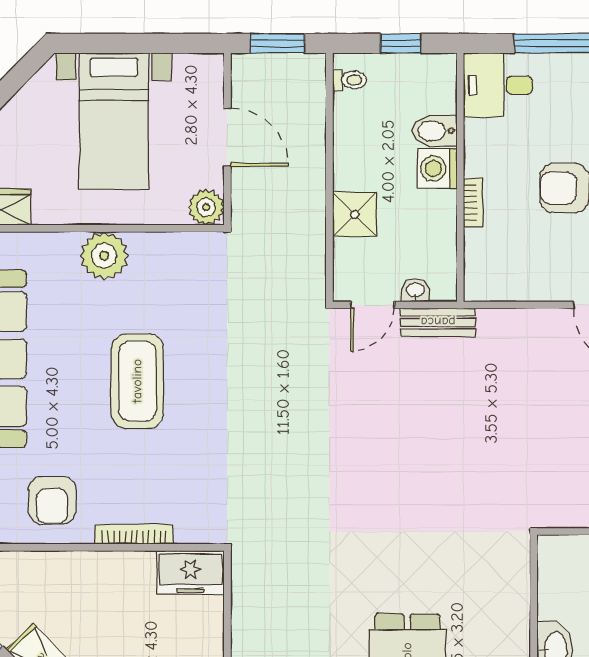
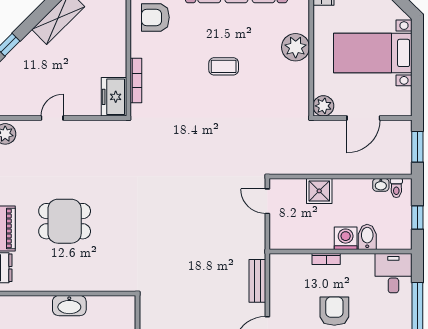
washbasin: (415, 290) -> (381, 185), moved, turned 90
bench: (438, 322) -> (257, 281), moved
coffee table: (137, 381) -> (224, 66), width x0.54, depth x0.58
bookcase: (134, 534) -> (136, 80), moved

